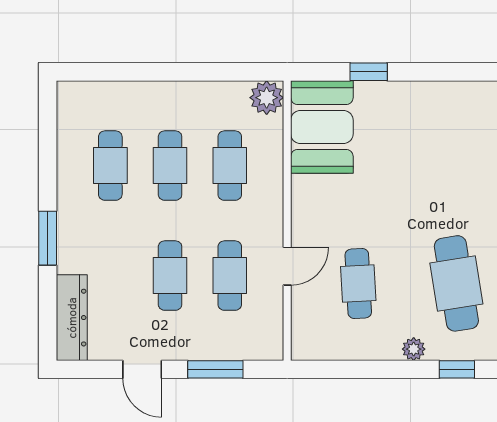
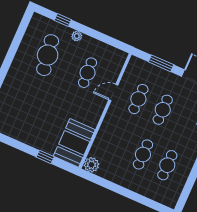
cafe table: (230, 166) -> (119, 144), removed

